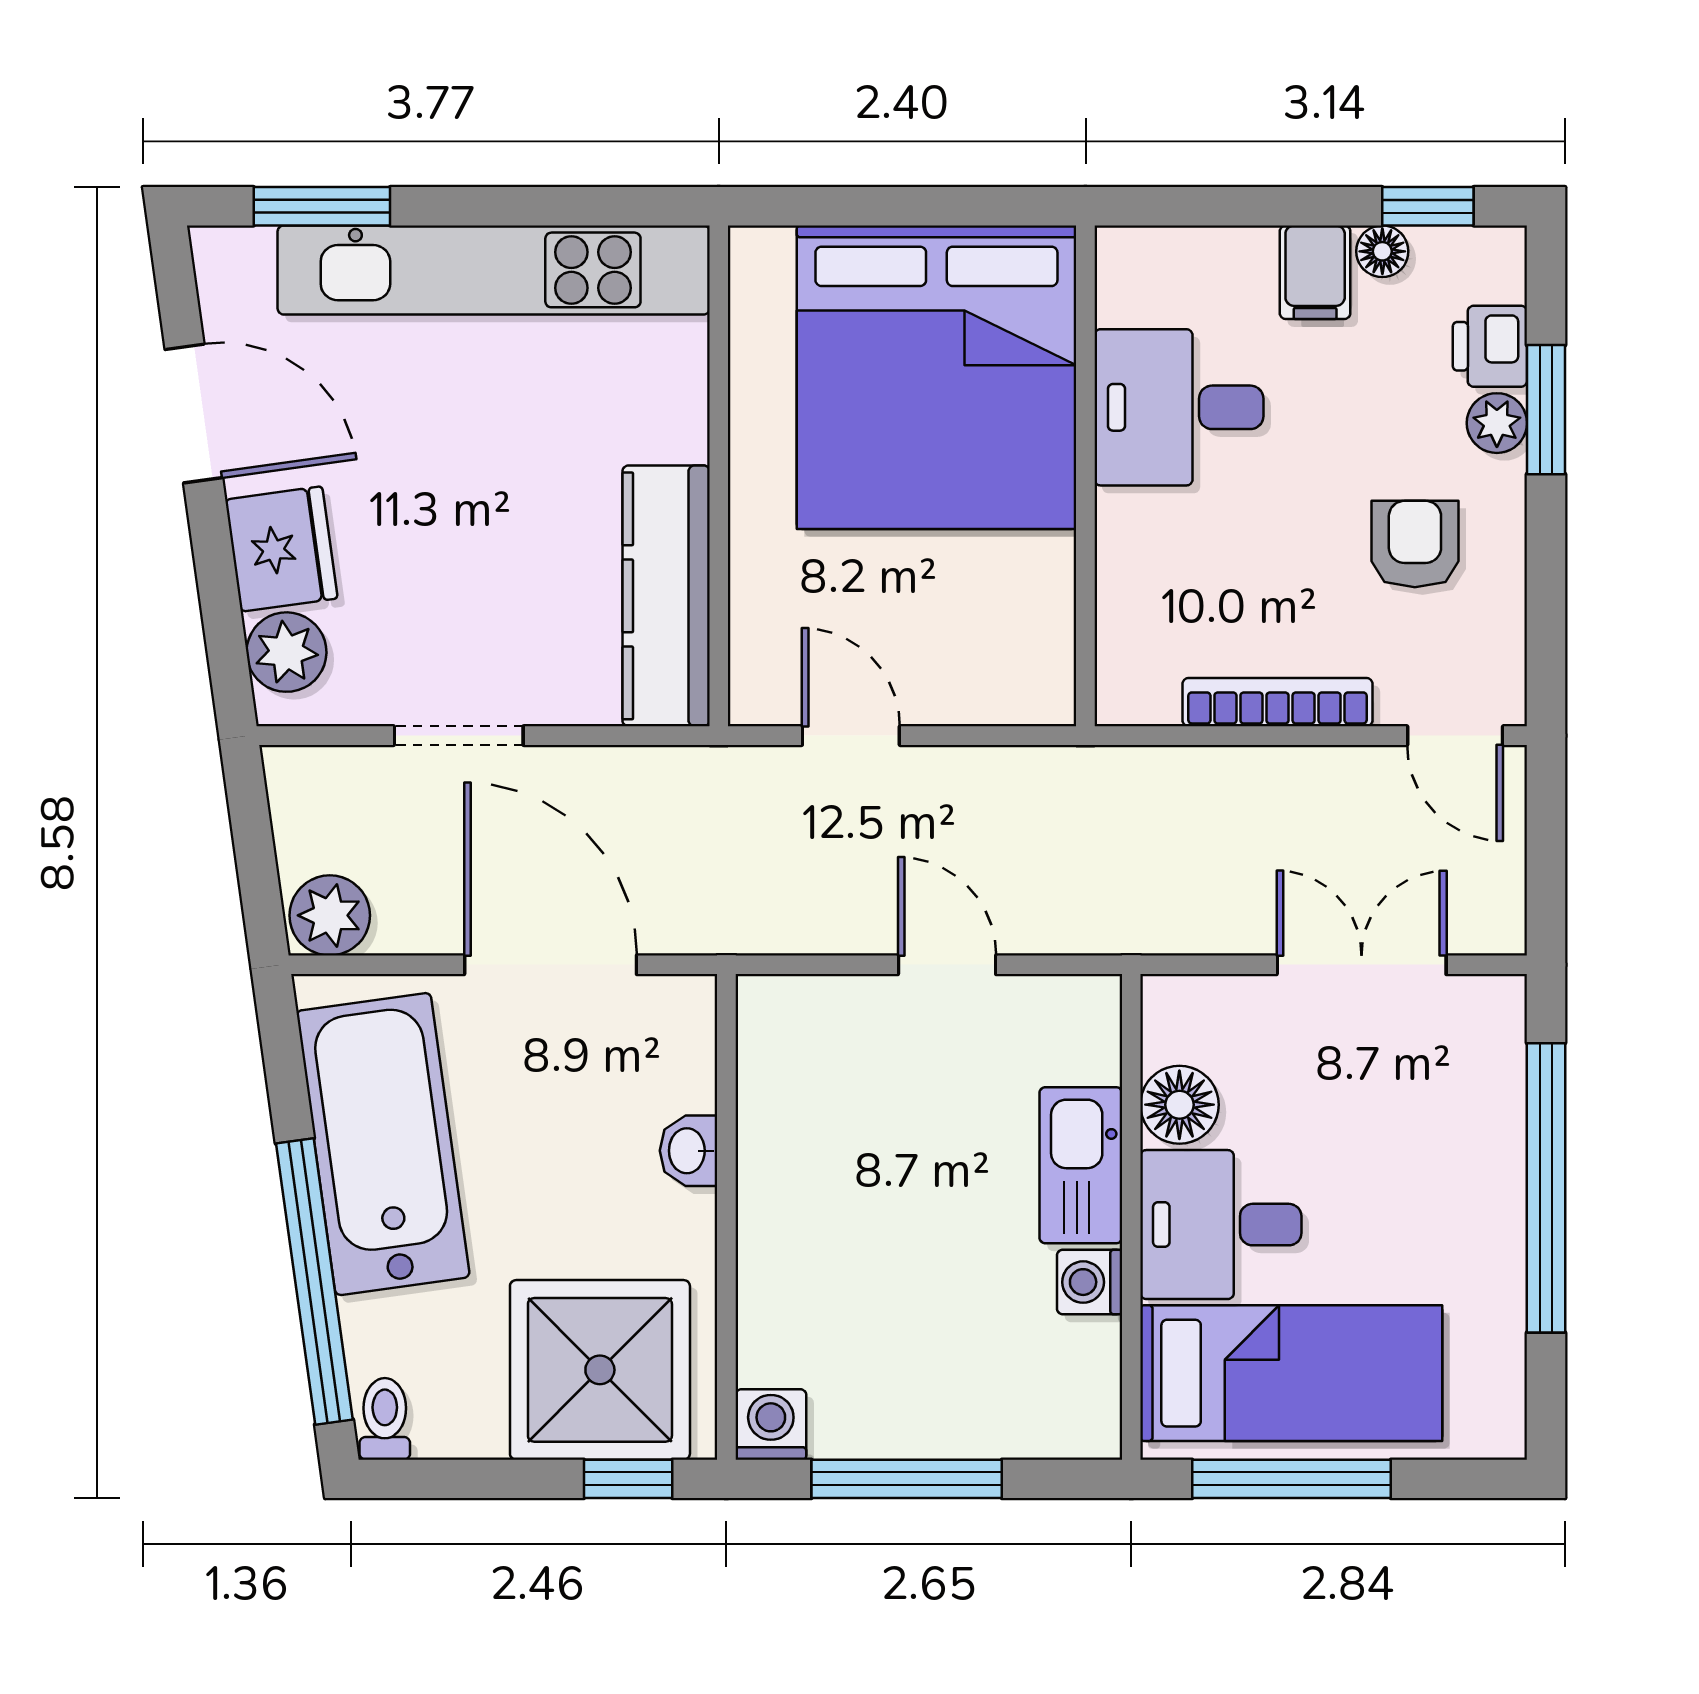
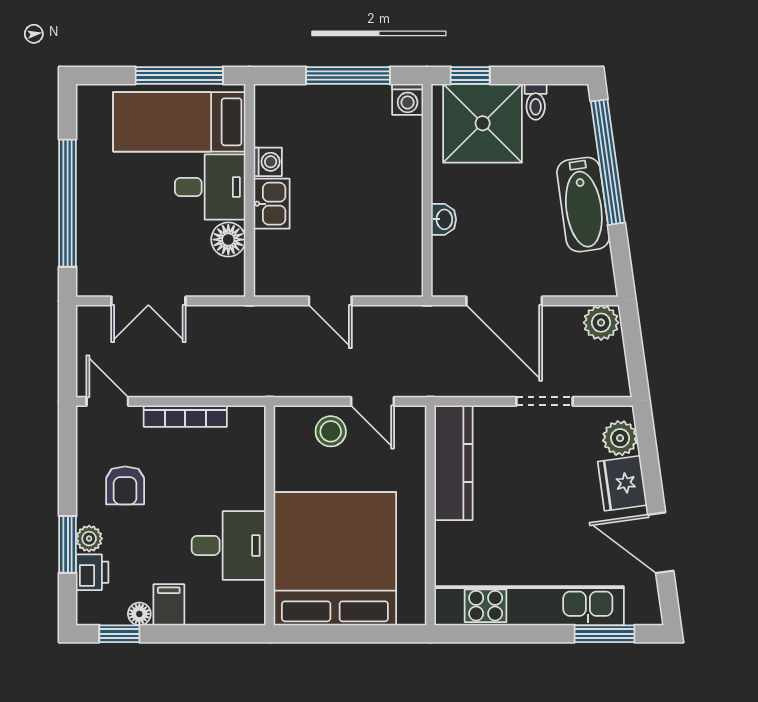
stool: (946, 668) -> (331, 431), added
bathtub: (383, 1144) -> (583, 205), width x0.73, depth x0.73
kitchen sink: (1081, 1165) -> (272, 204), width x0.73
toilet: (385, 1419) -> (536, 102), moved

